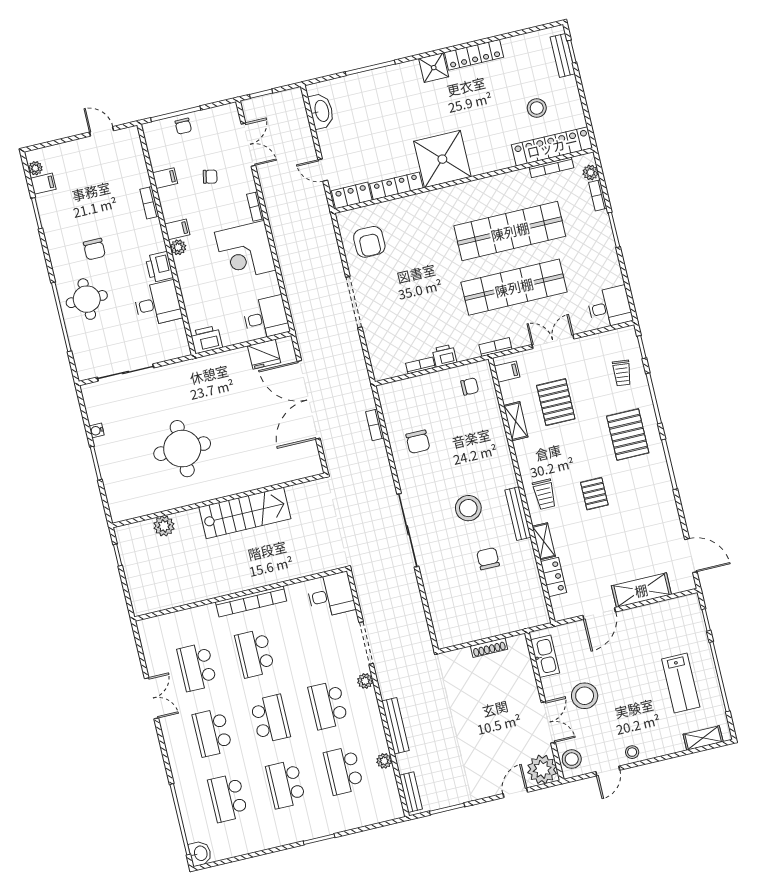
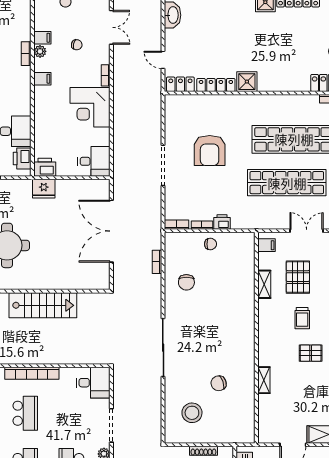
shower: (442, 159) -> (247, 82), width x0.54, depth x0.54
armchair: (369, 242) -> (210, 151), moved, width x1.36, depth x1.36
plant: (178, 247) -> (40, 51), moved
printer: (159, 267) -> (22, 158), moved
bookcase: (495, 347) -> (176, 225), moved
fridge: (264, 354) -> (44, 189), moved
chair: (470, 386) -> (211, 244), moved
trolley: (544, 494) -> (302, 318), moved
pallet: (594, 494) -> (311, 353), turned 90
stool: (468, 508) -> (192, 413), moved
bench: (518, 514) -> (249, 355), removed
chair: (488, 559) -> (219, 383), turned -109
locker: (554, 577) -> (265, 409), removed
school desk: (255, 653) -> (25, 413), turned 180

